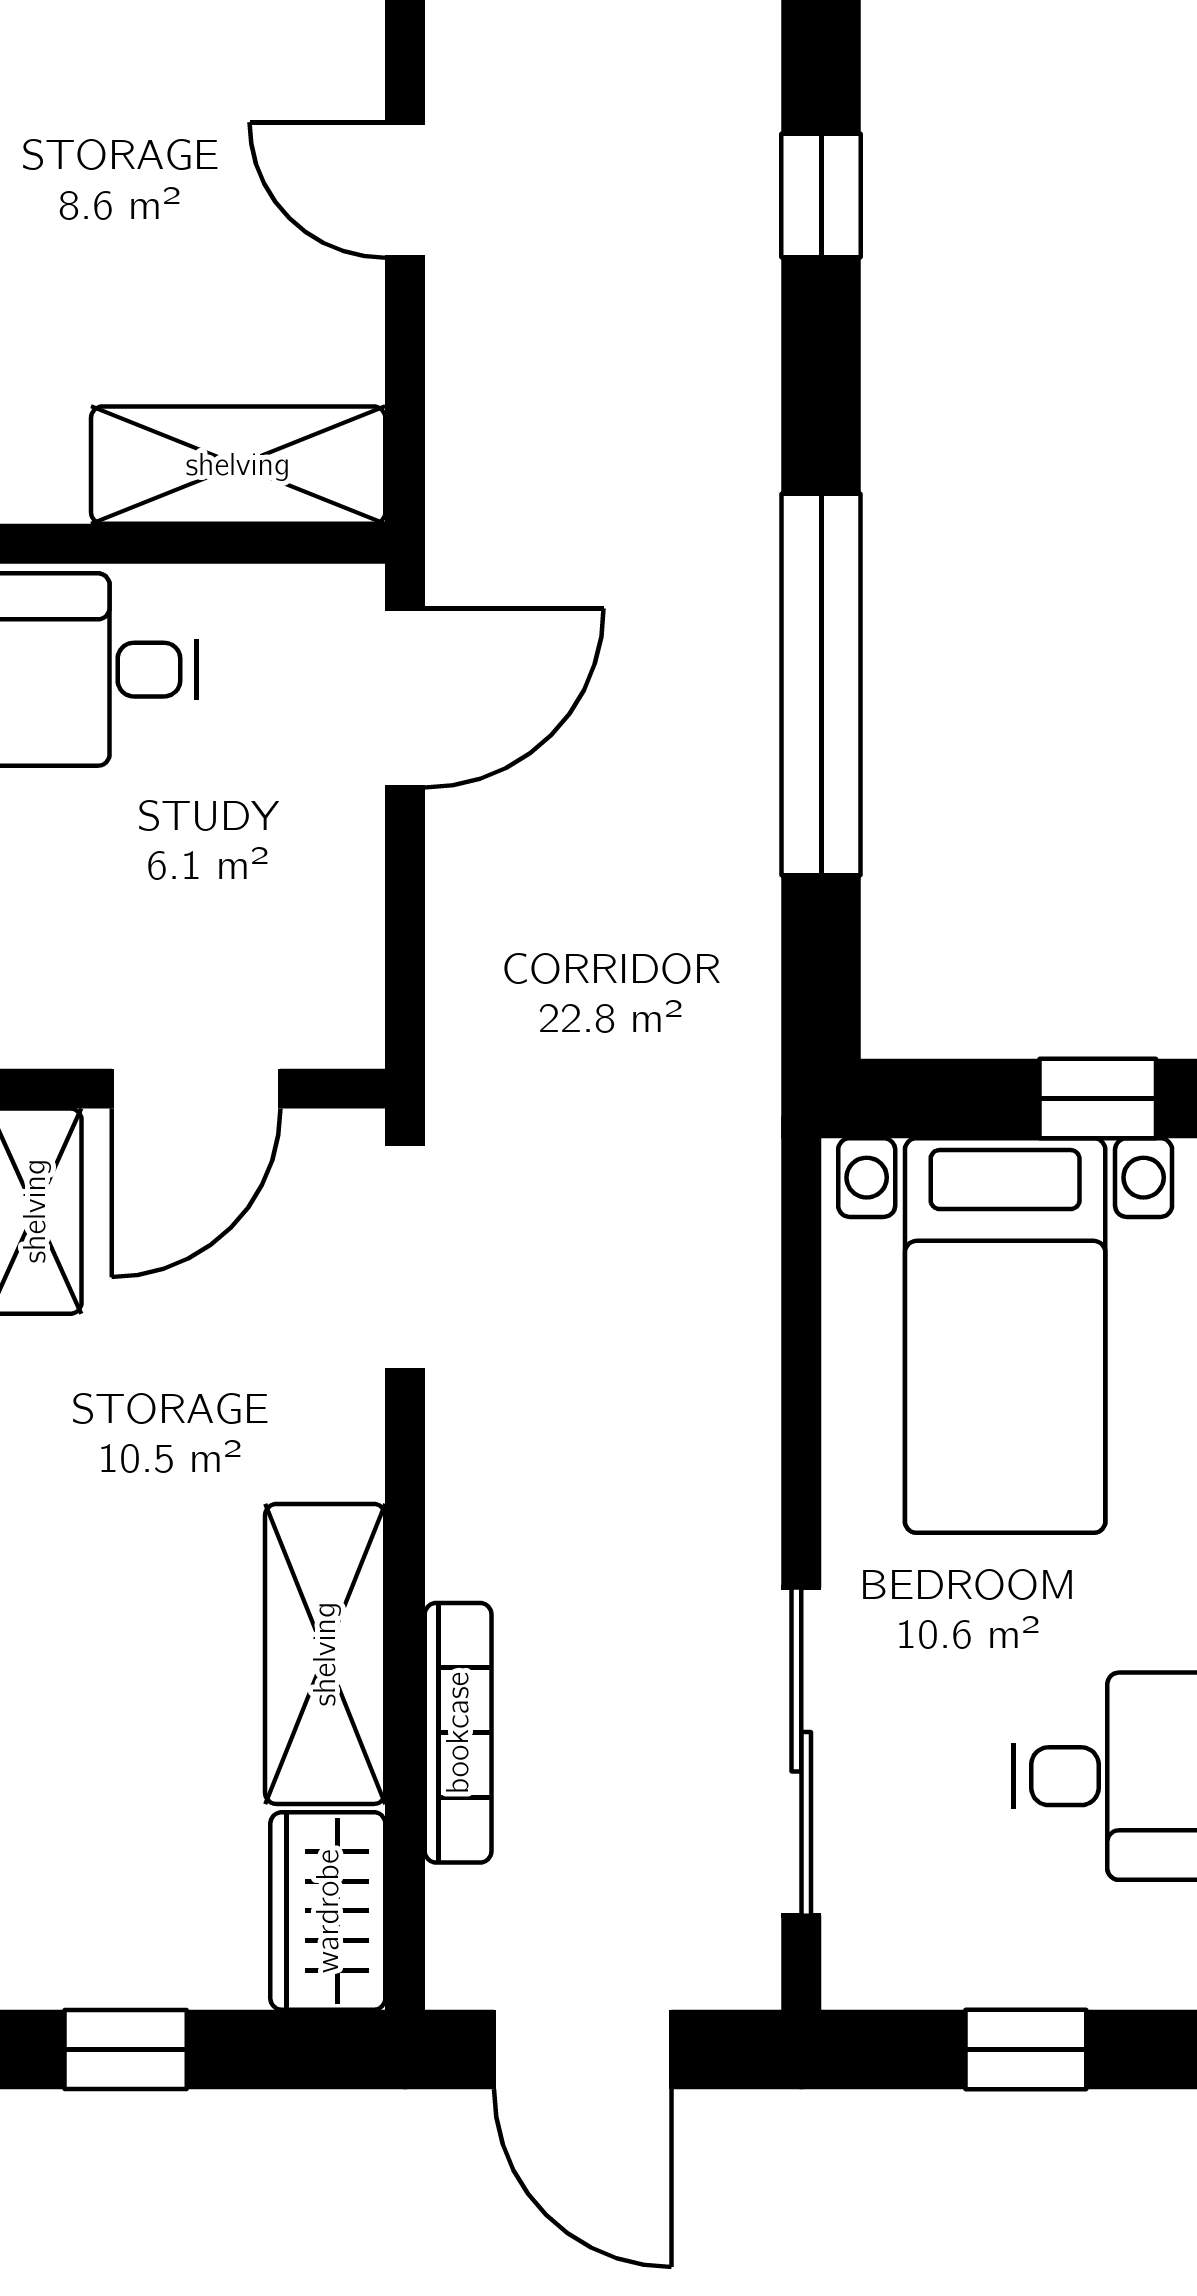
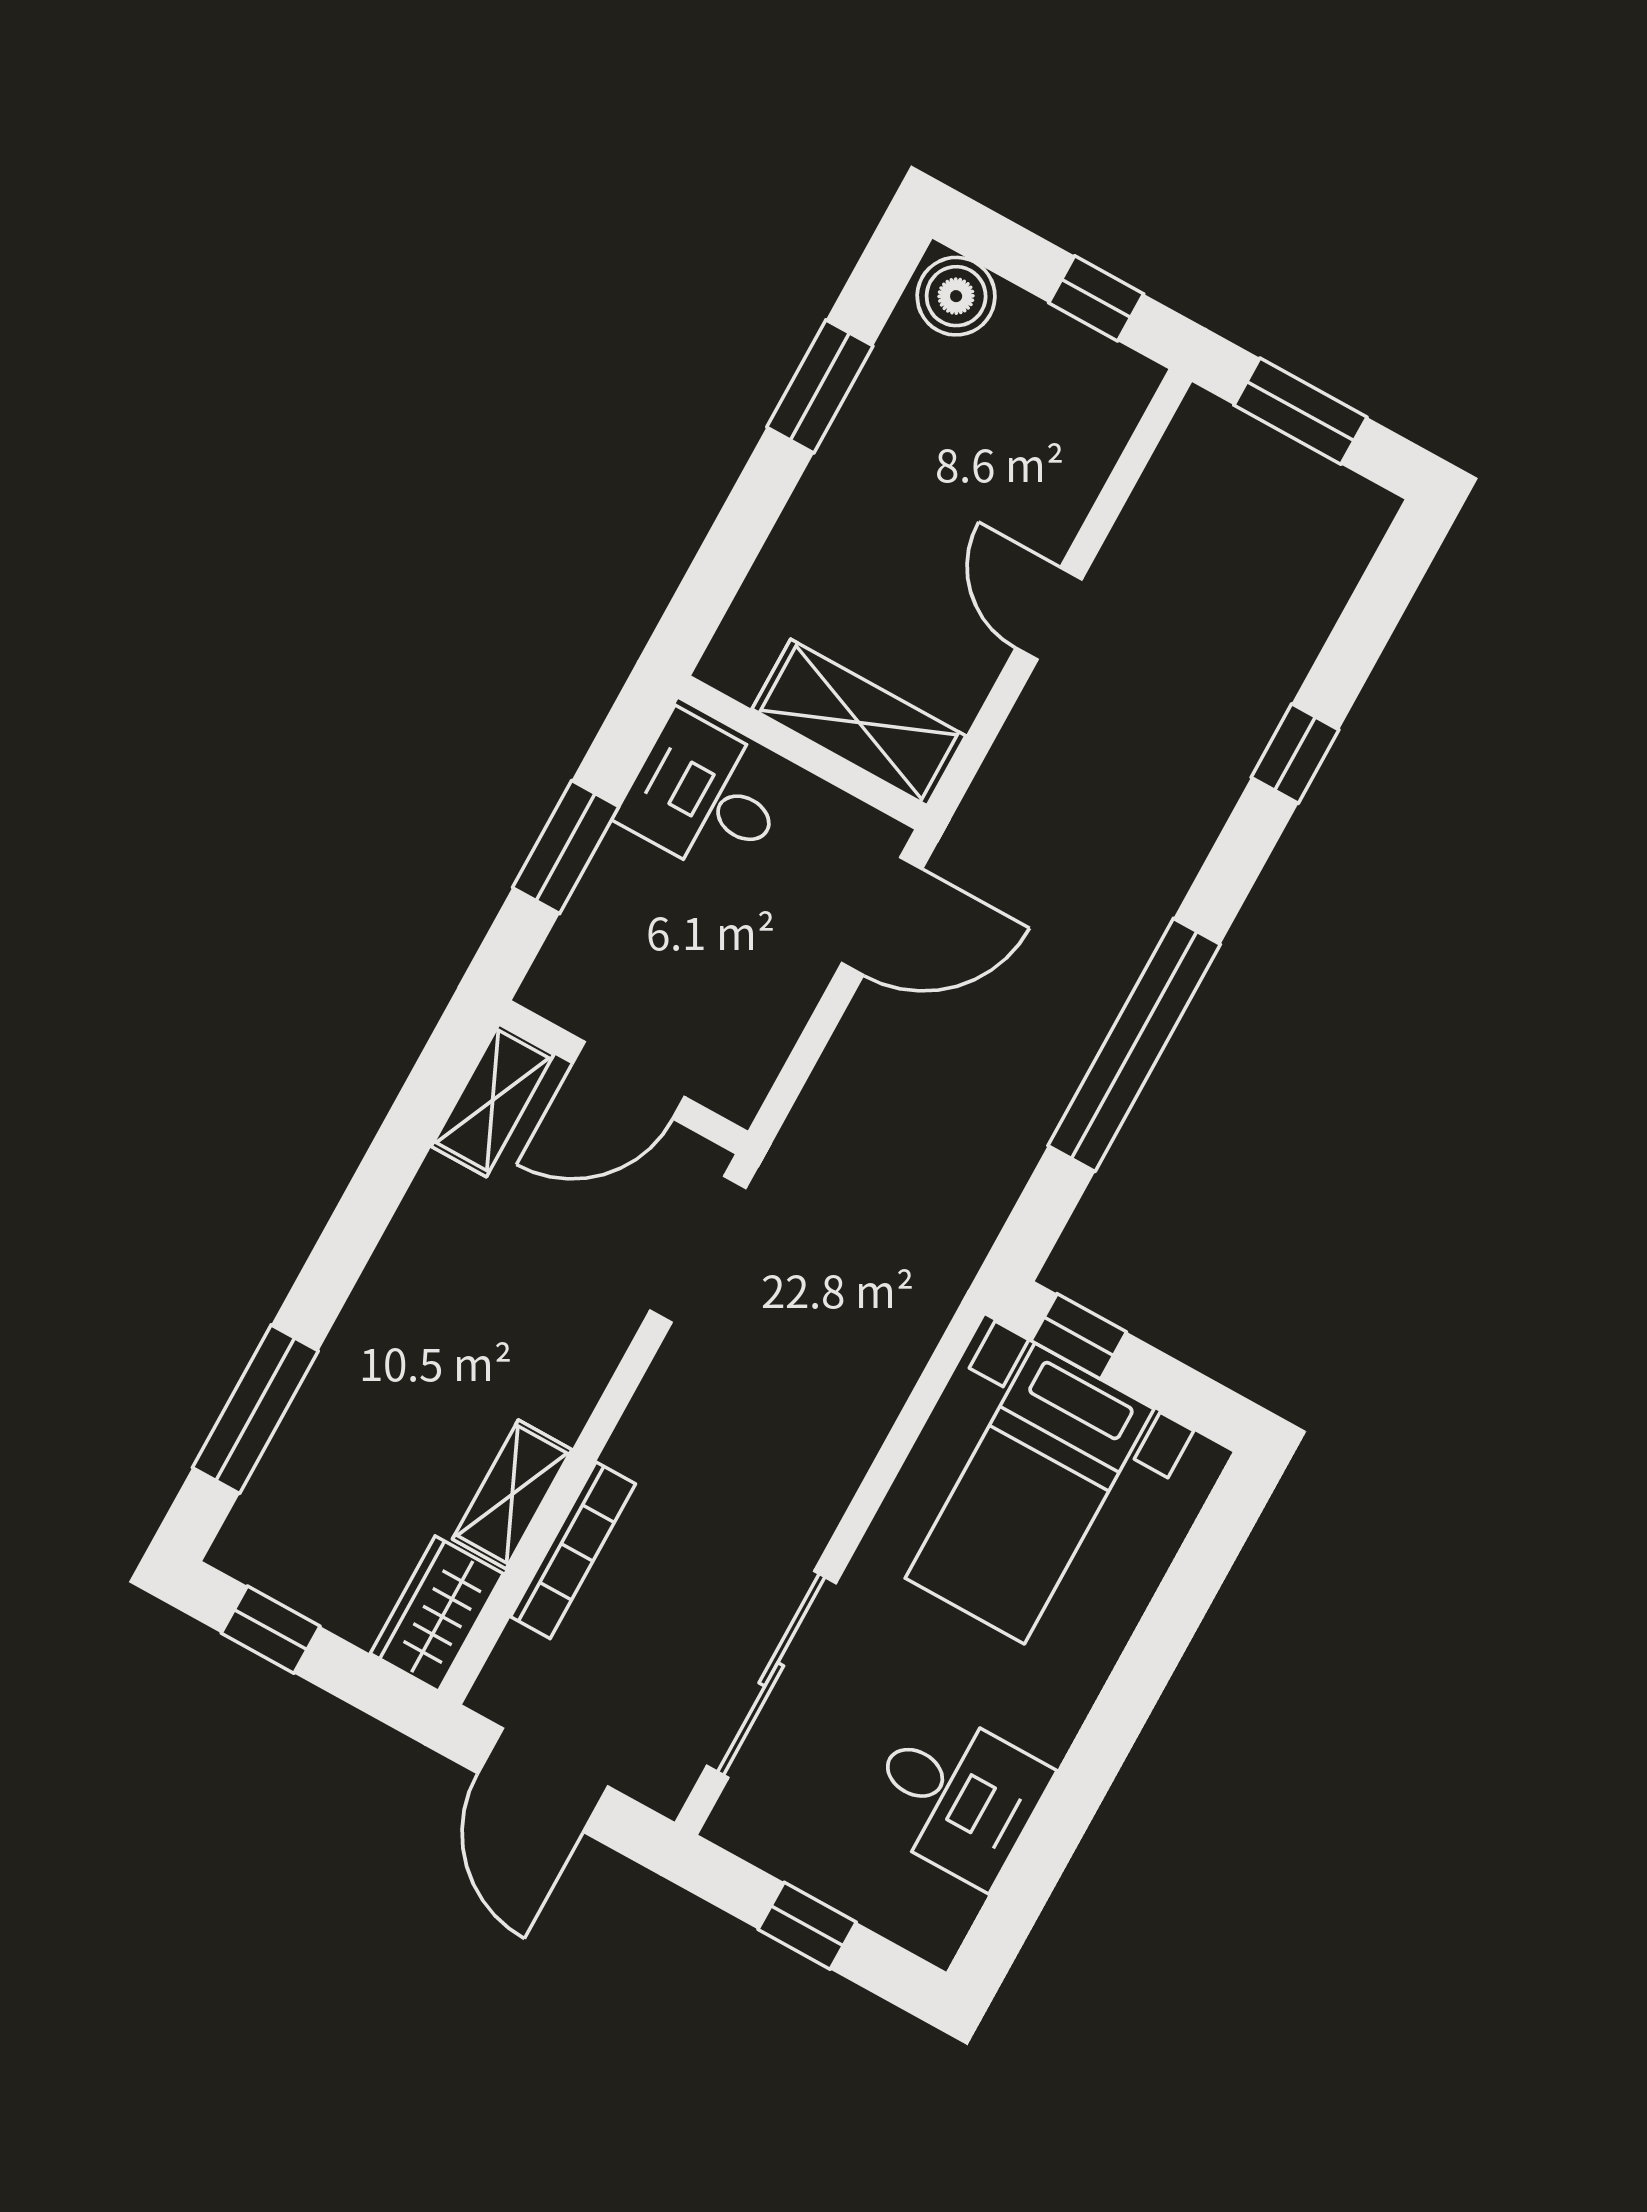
window: (1098, 1098) -> (1079, 1336), moved
shelving: (325, 1654) -> (512, 1494), width x0.67, depth x0.75

